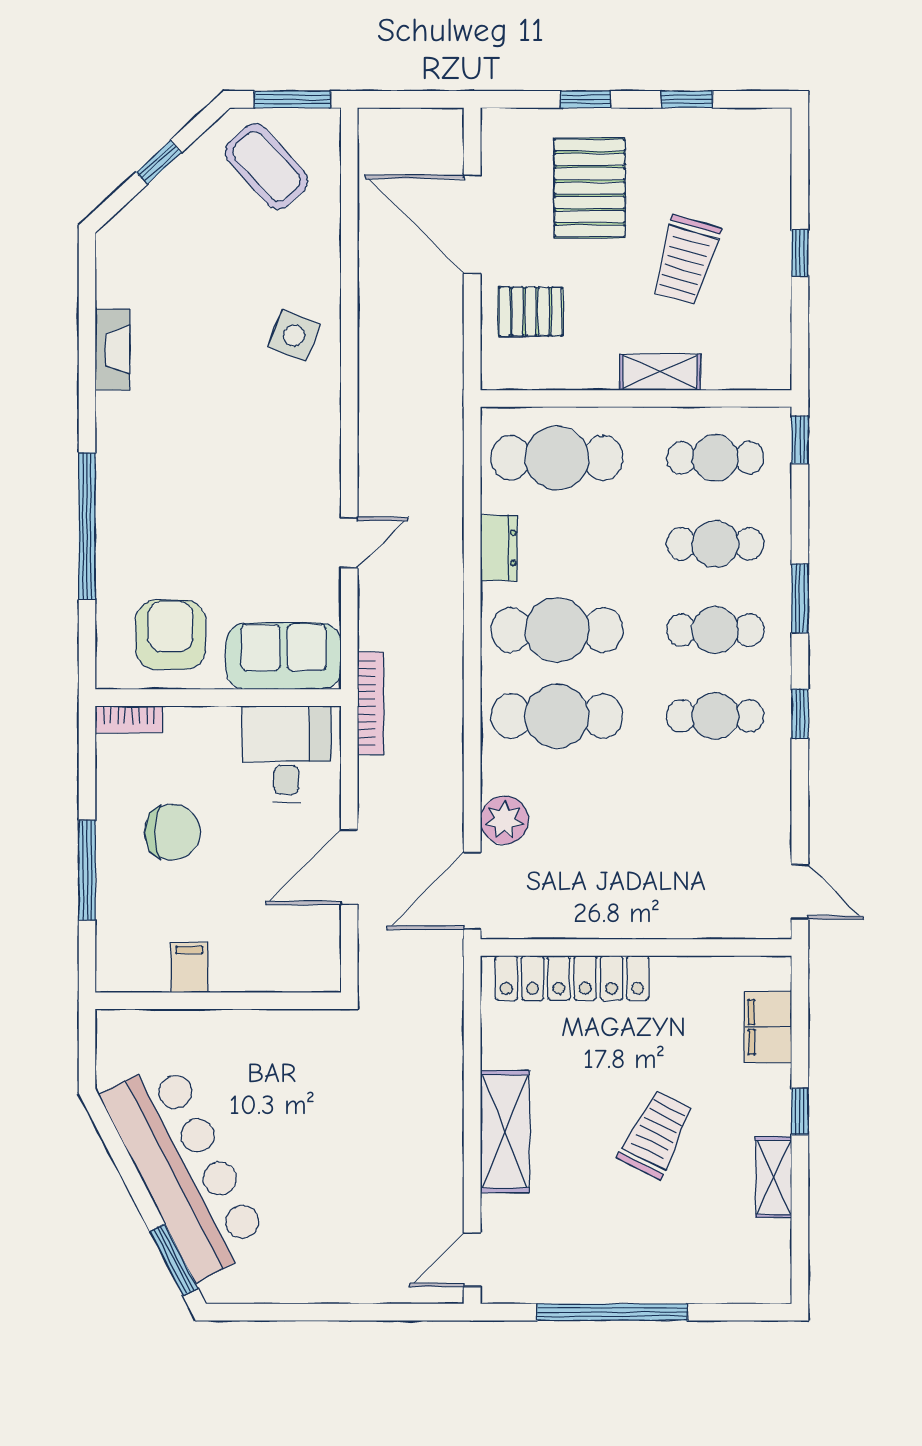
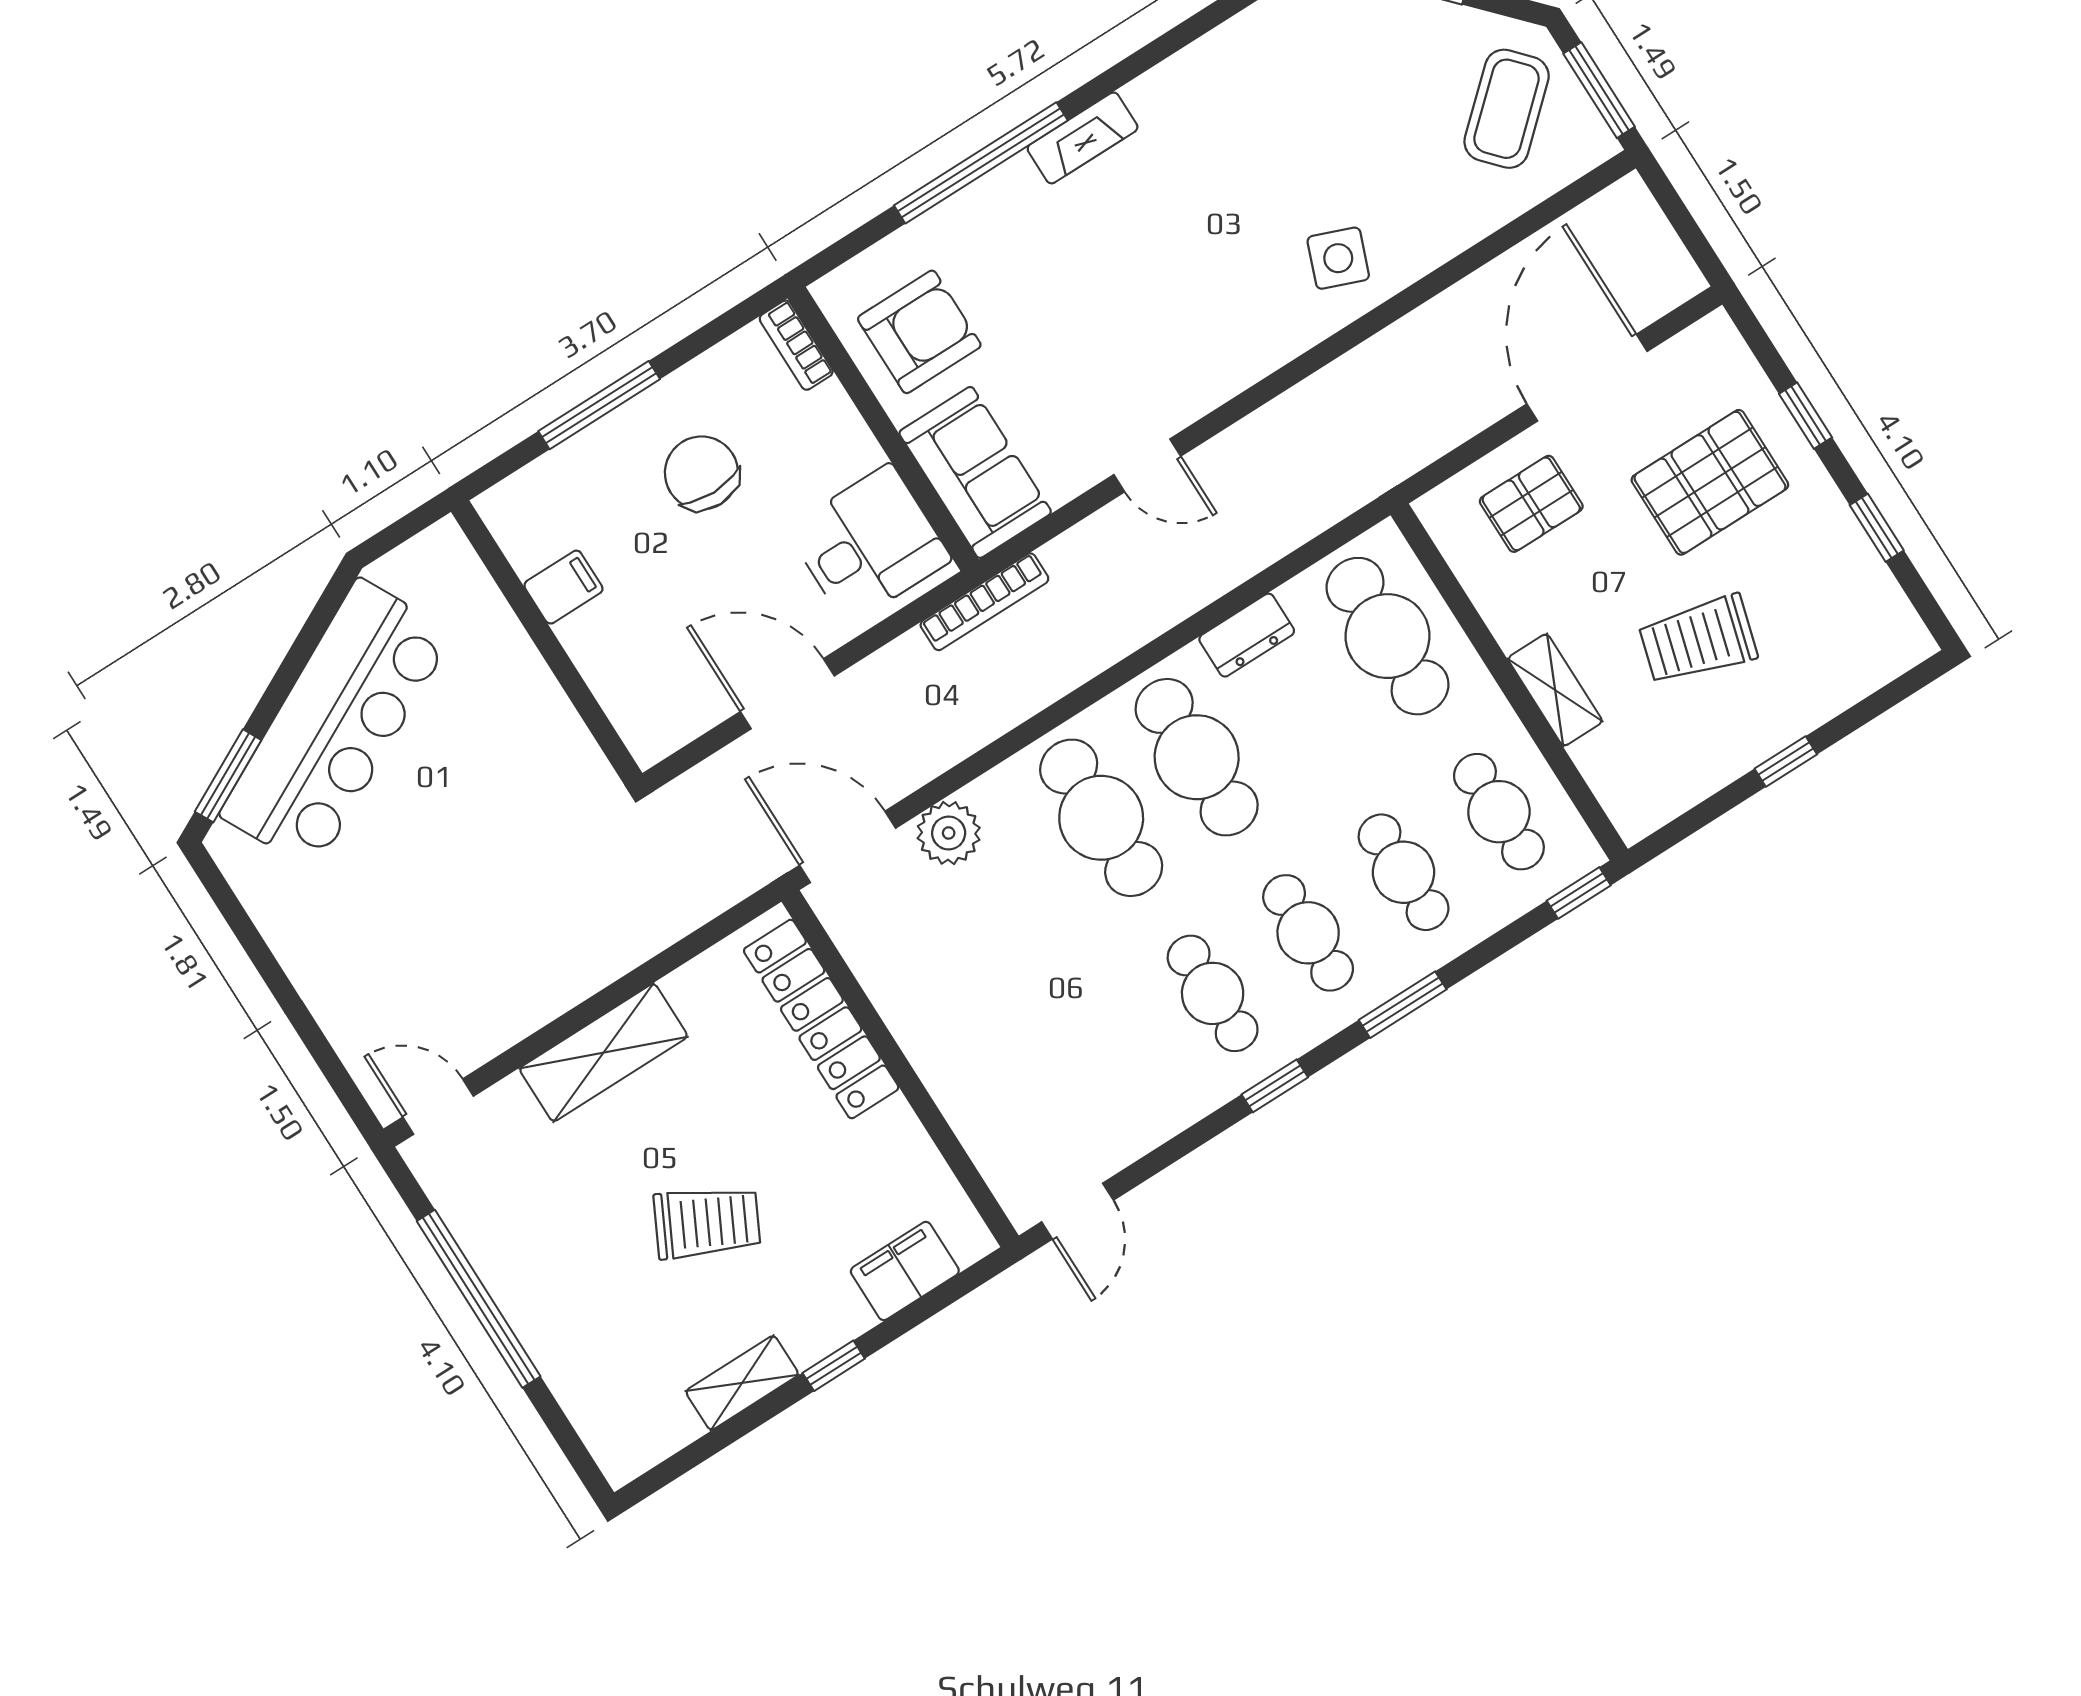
pallet: (531, 312) -> (1531, 504), turned 90
fireplace: (112, 350) -> (1083, 138), moved
chair: (172, 832) -> (701, 473), turned 180

